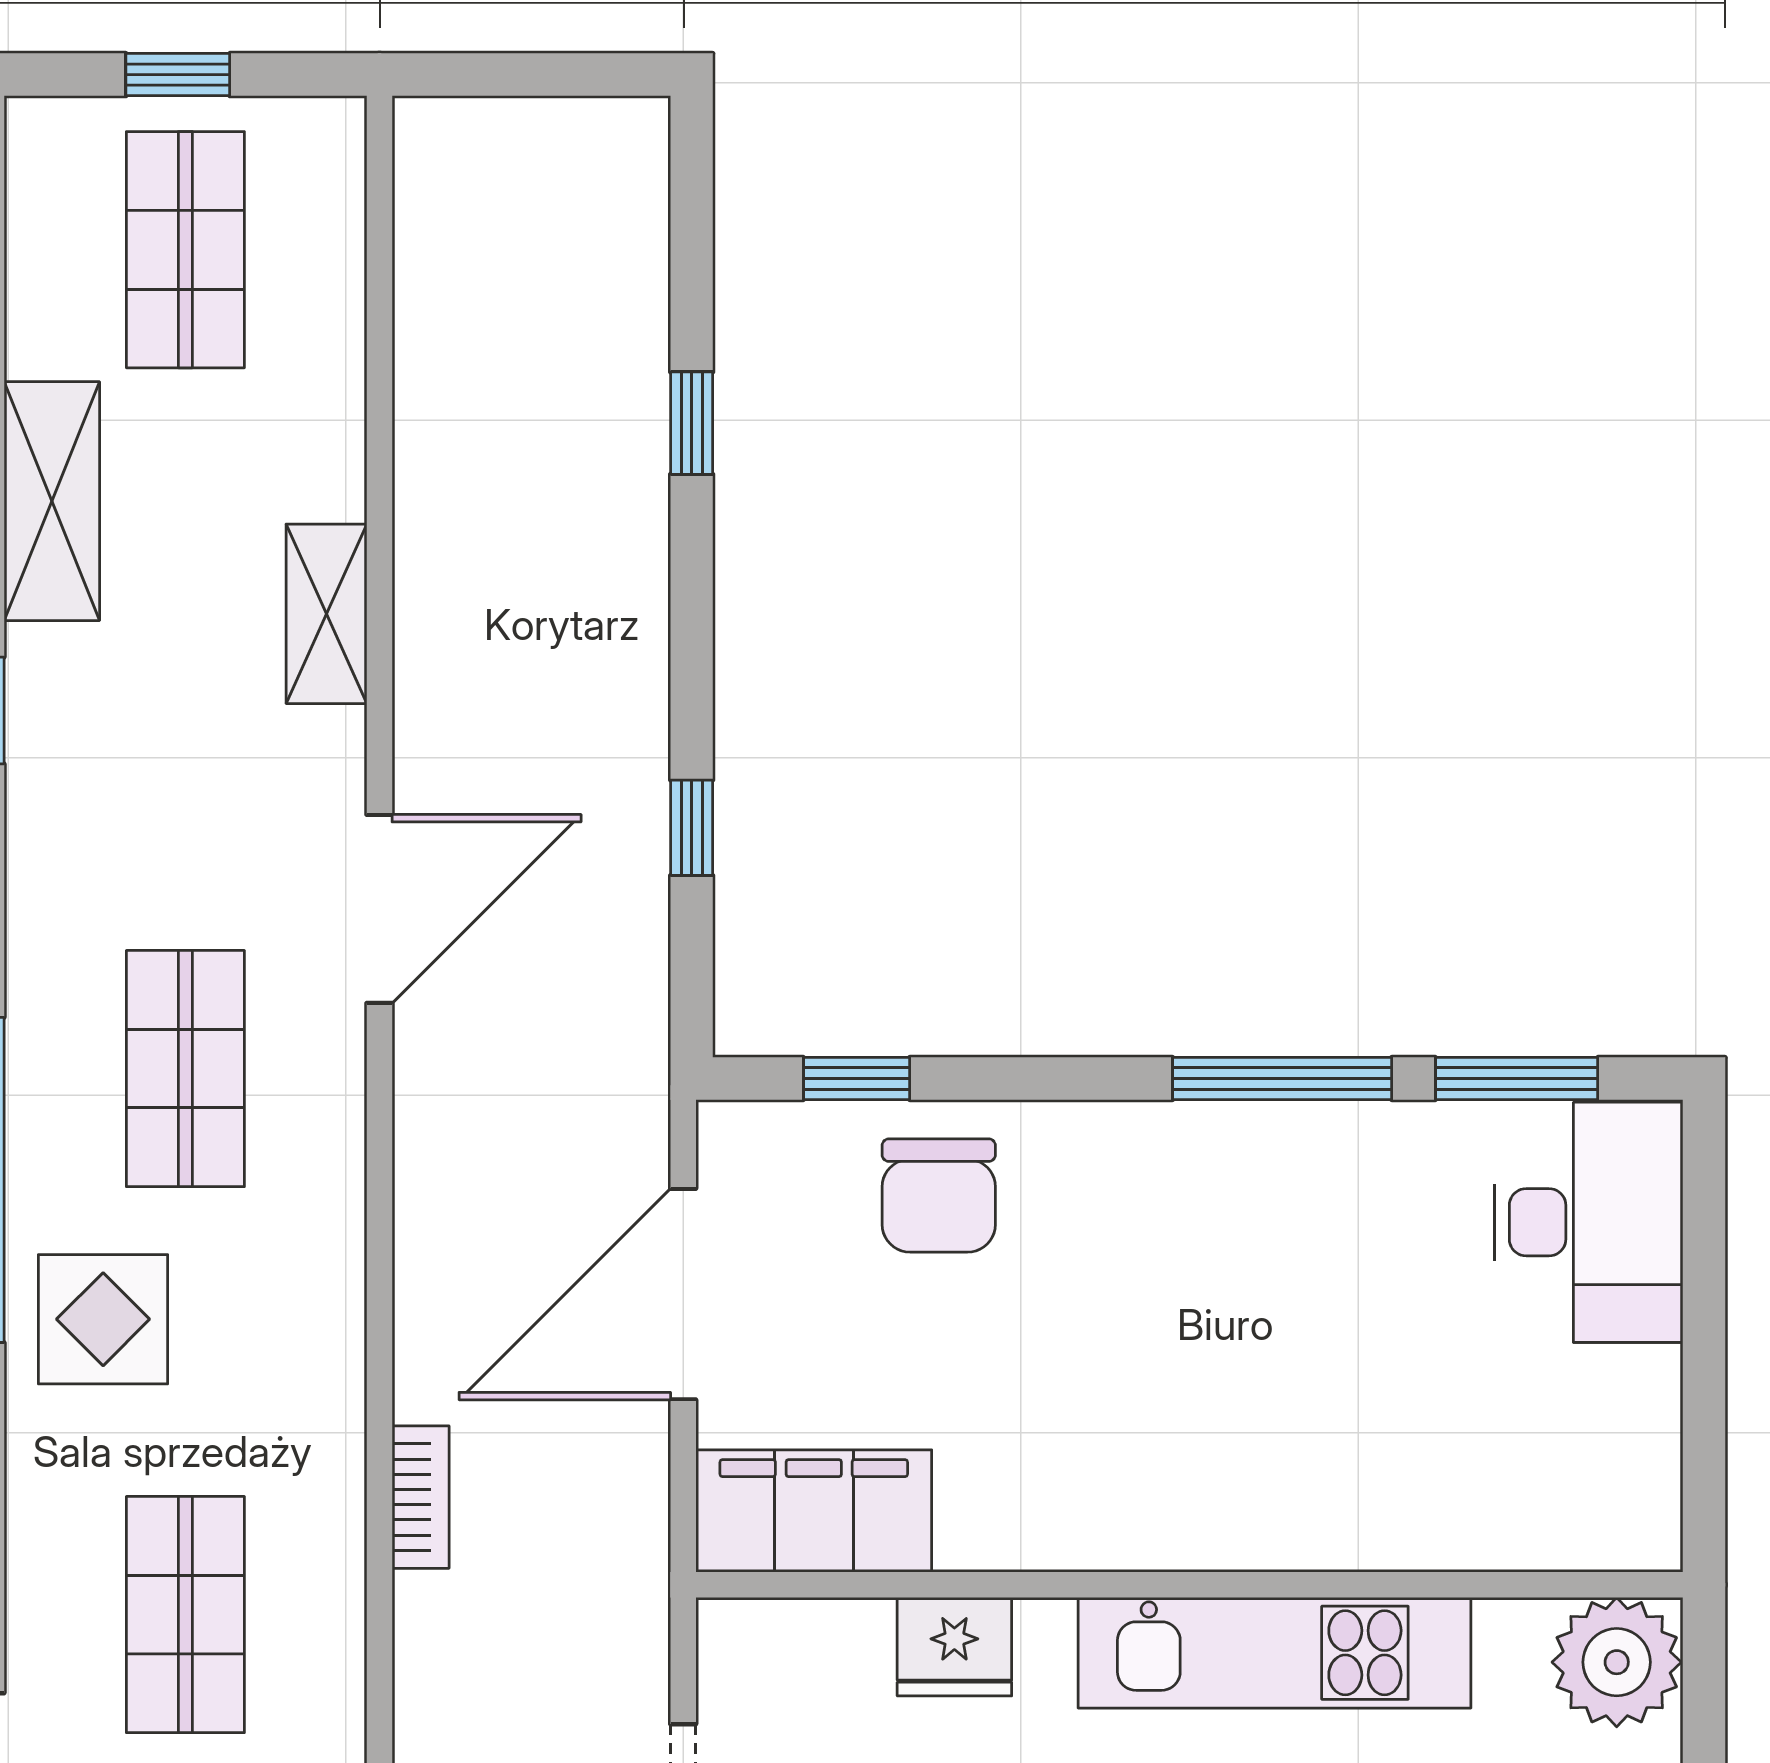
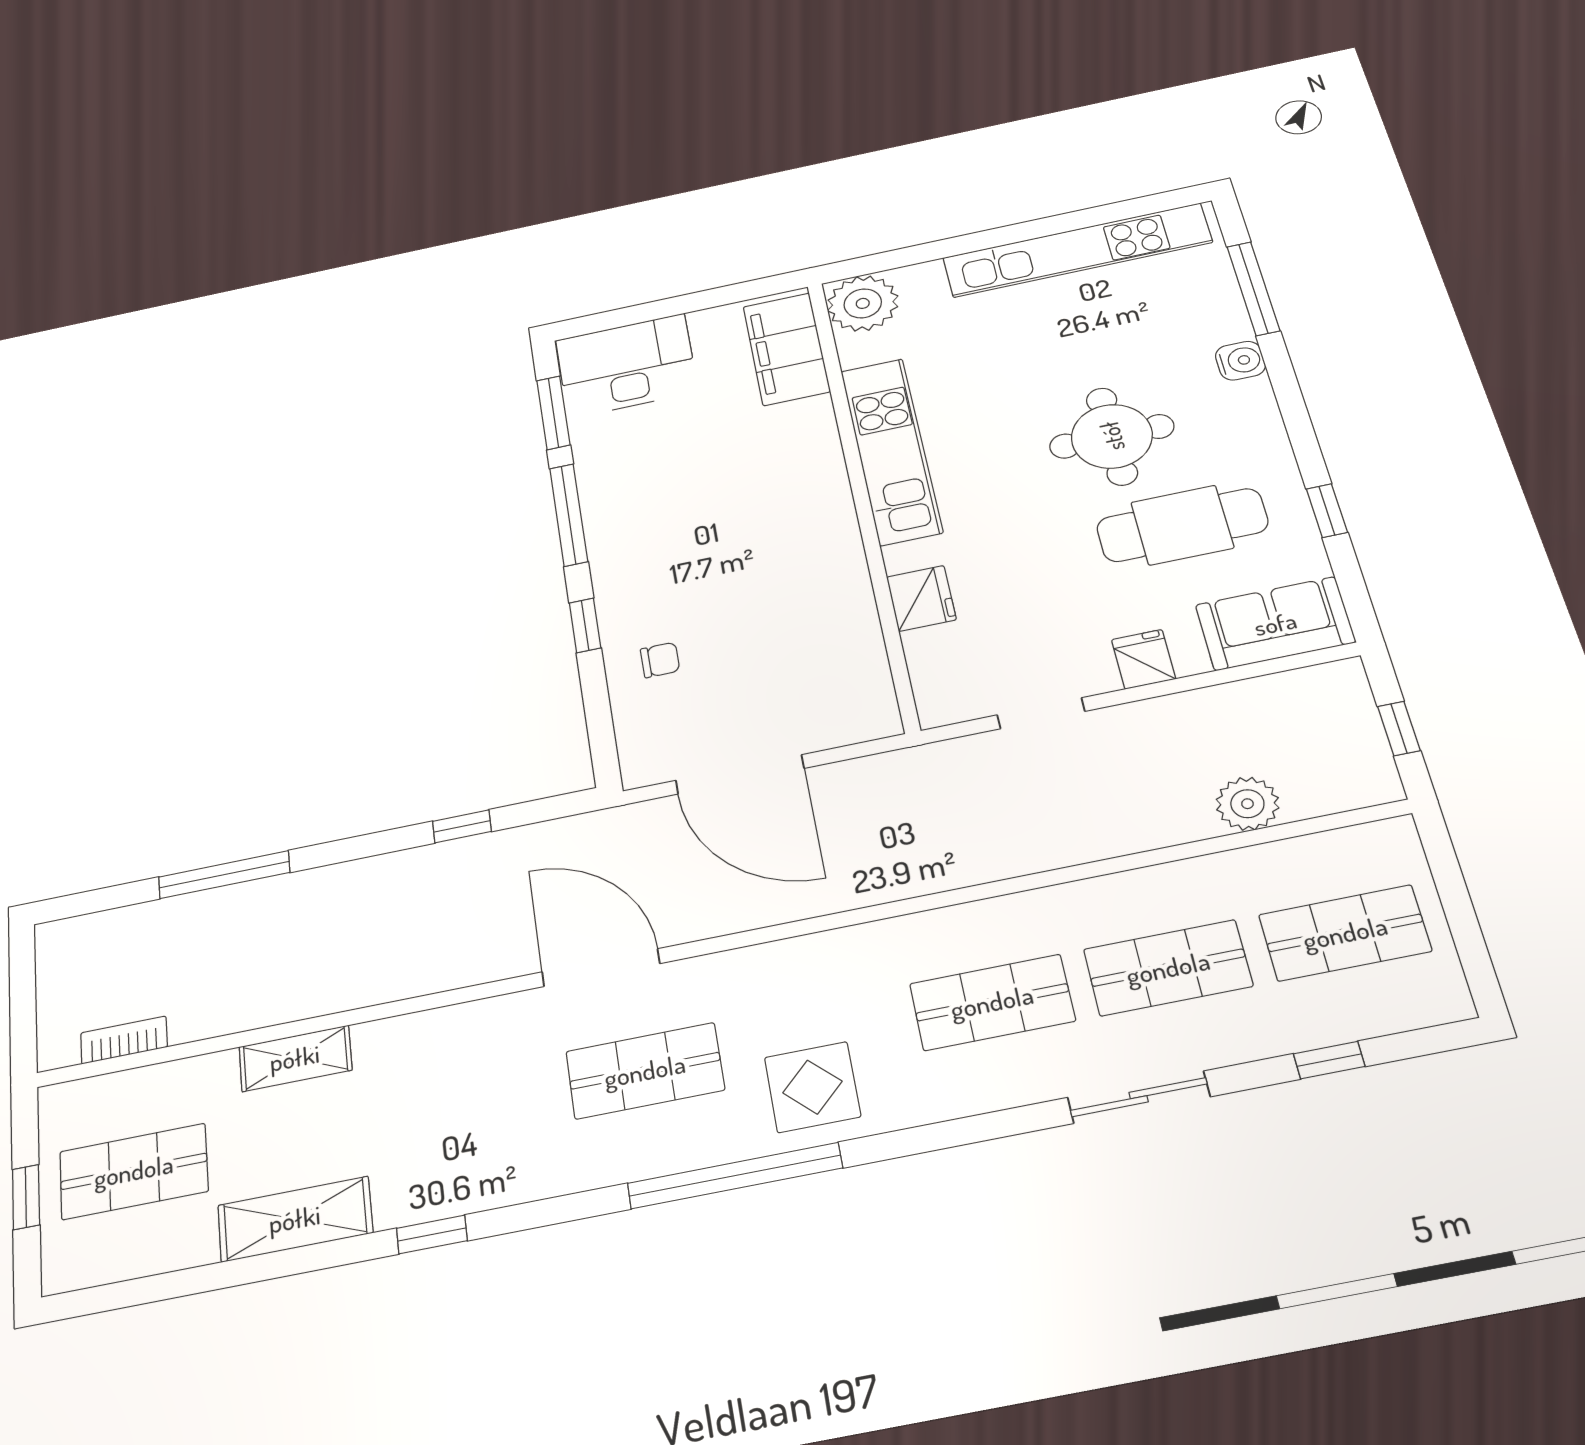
window: (692, 423) -> (224, 875), width x2.17
shelving: (326, 614) -> (295, 1058), moved
door: (379, 909) -> (601, 968), moved
window: (857, 1079) -> (585, 625), moved
chair: (939, 1195) -> (660, 660), width x0.54, depth x0.54
bookcase: (421, 1497) -> (124, 1040), moved
filing cabinet: (814, 1511) -> (786, 349), moved

